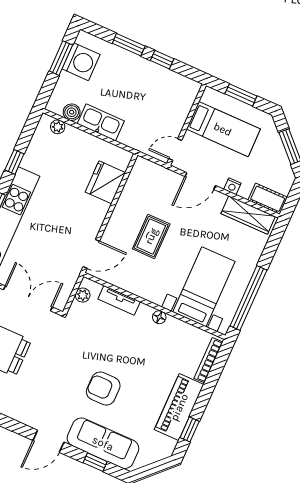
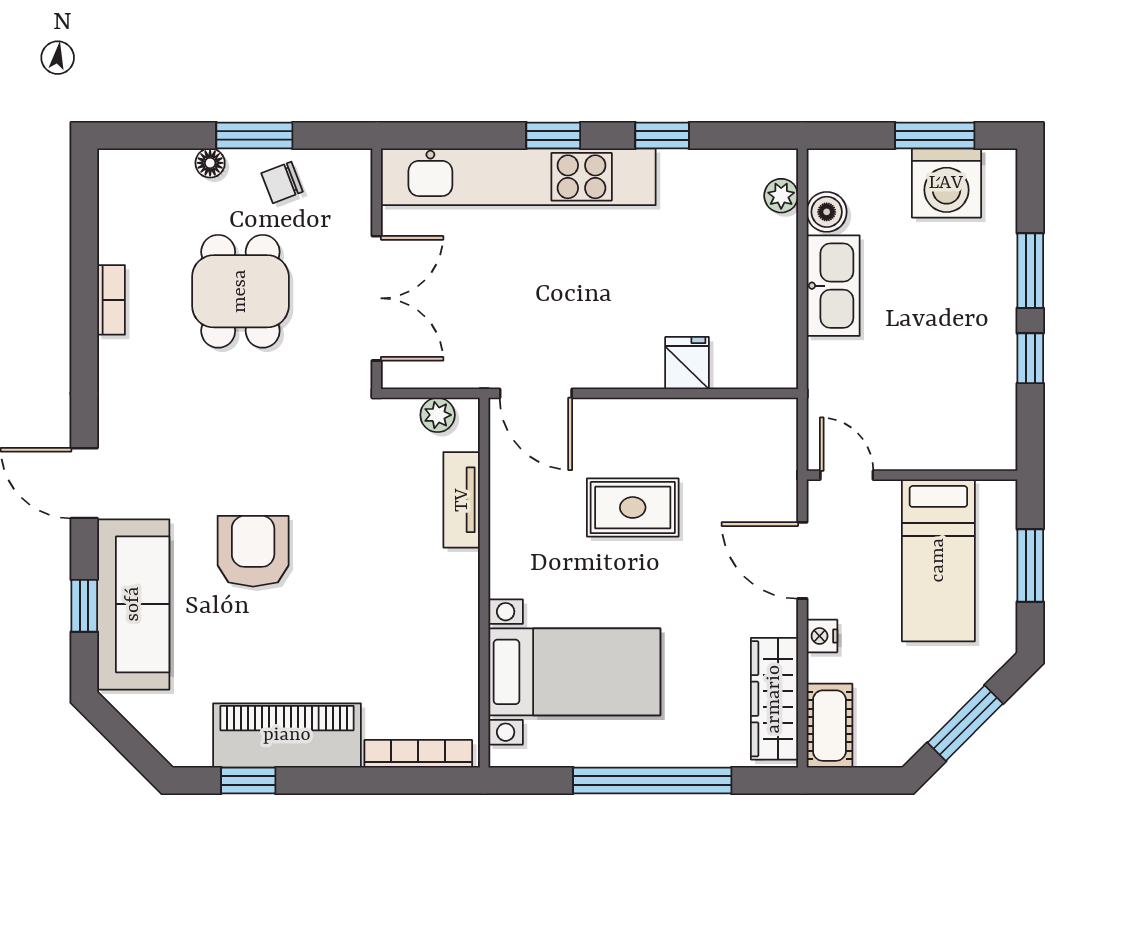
fridge: (105, 182) -> (687, 363), width x0.53, depth x0.75
window: (248, 298) -> (652, 780), moved
floor lamp: (159, 317) -> (464, 604), removed

